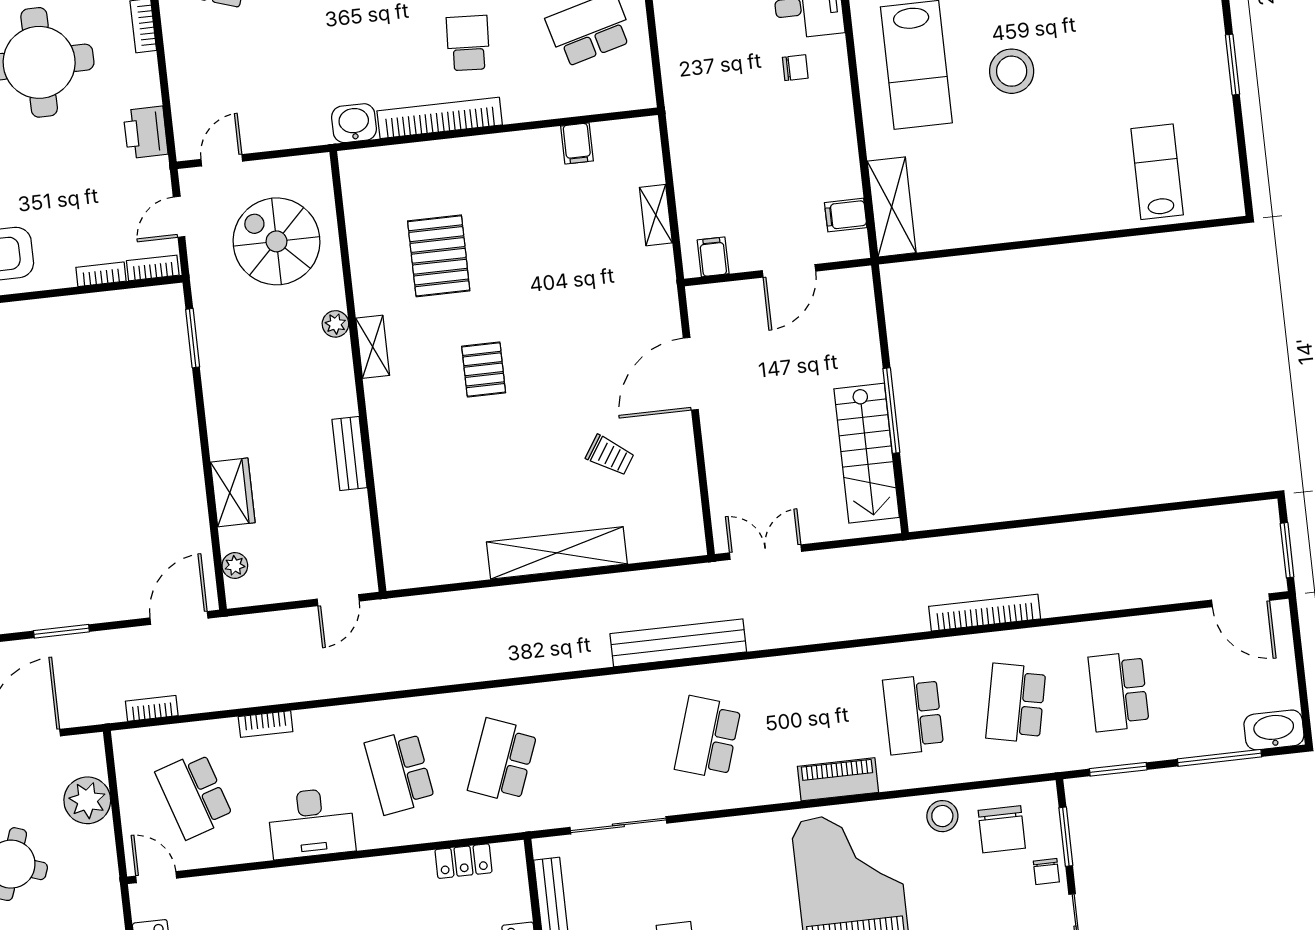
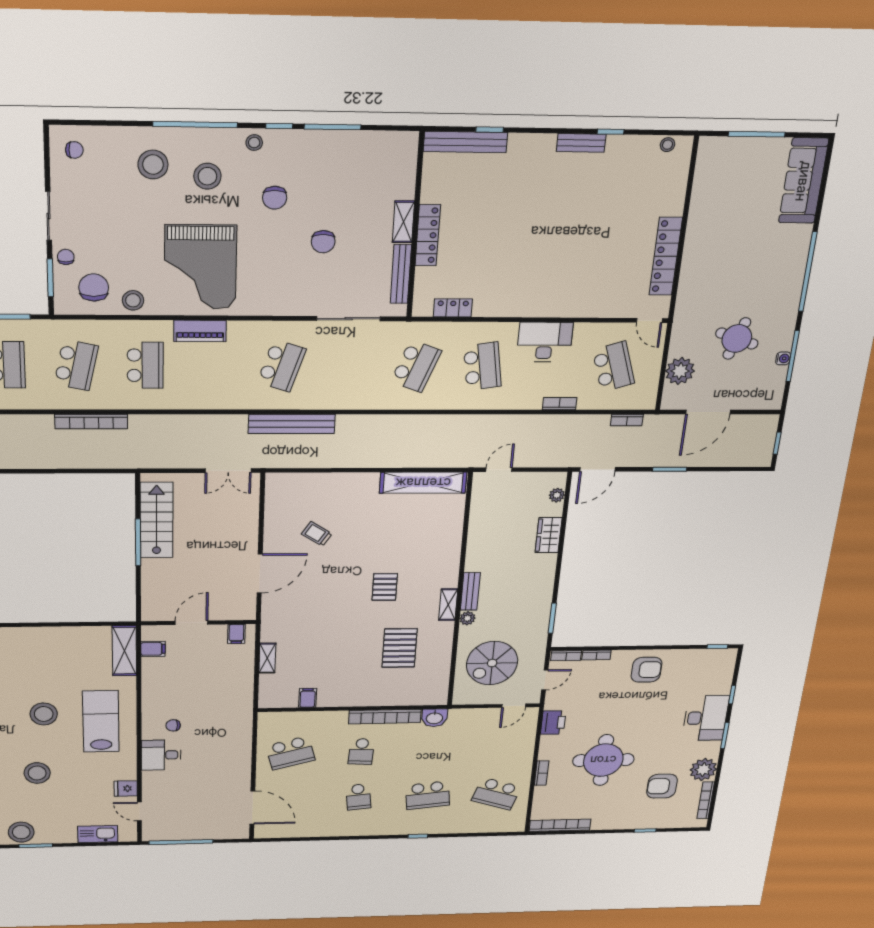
spiral stairs: (277, 241) -> (492, 663), turned 90
bench: (350, 453) -> (470, 591), moved
shelving: (557, 553) -> (423, 483), moved

